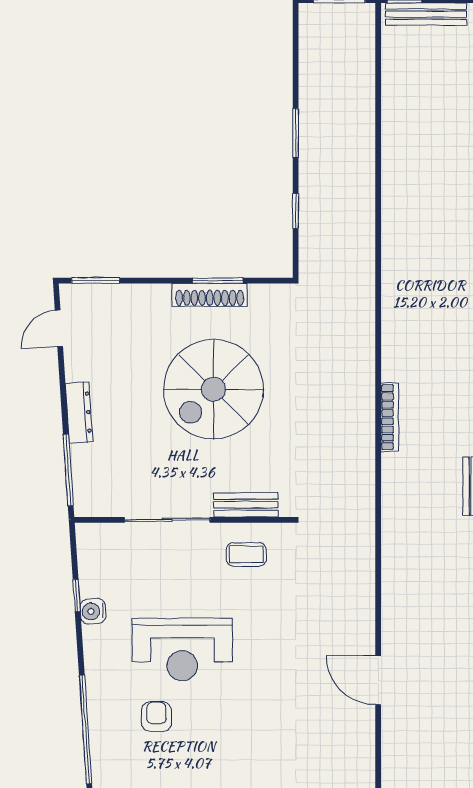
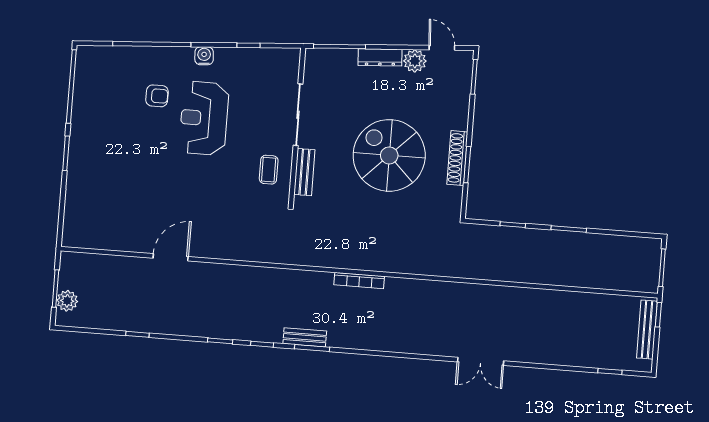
plant: (80, 364) -> (415, 61), added
water cooler: (93, 611) -> (204, 56), moved

